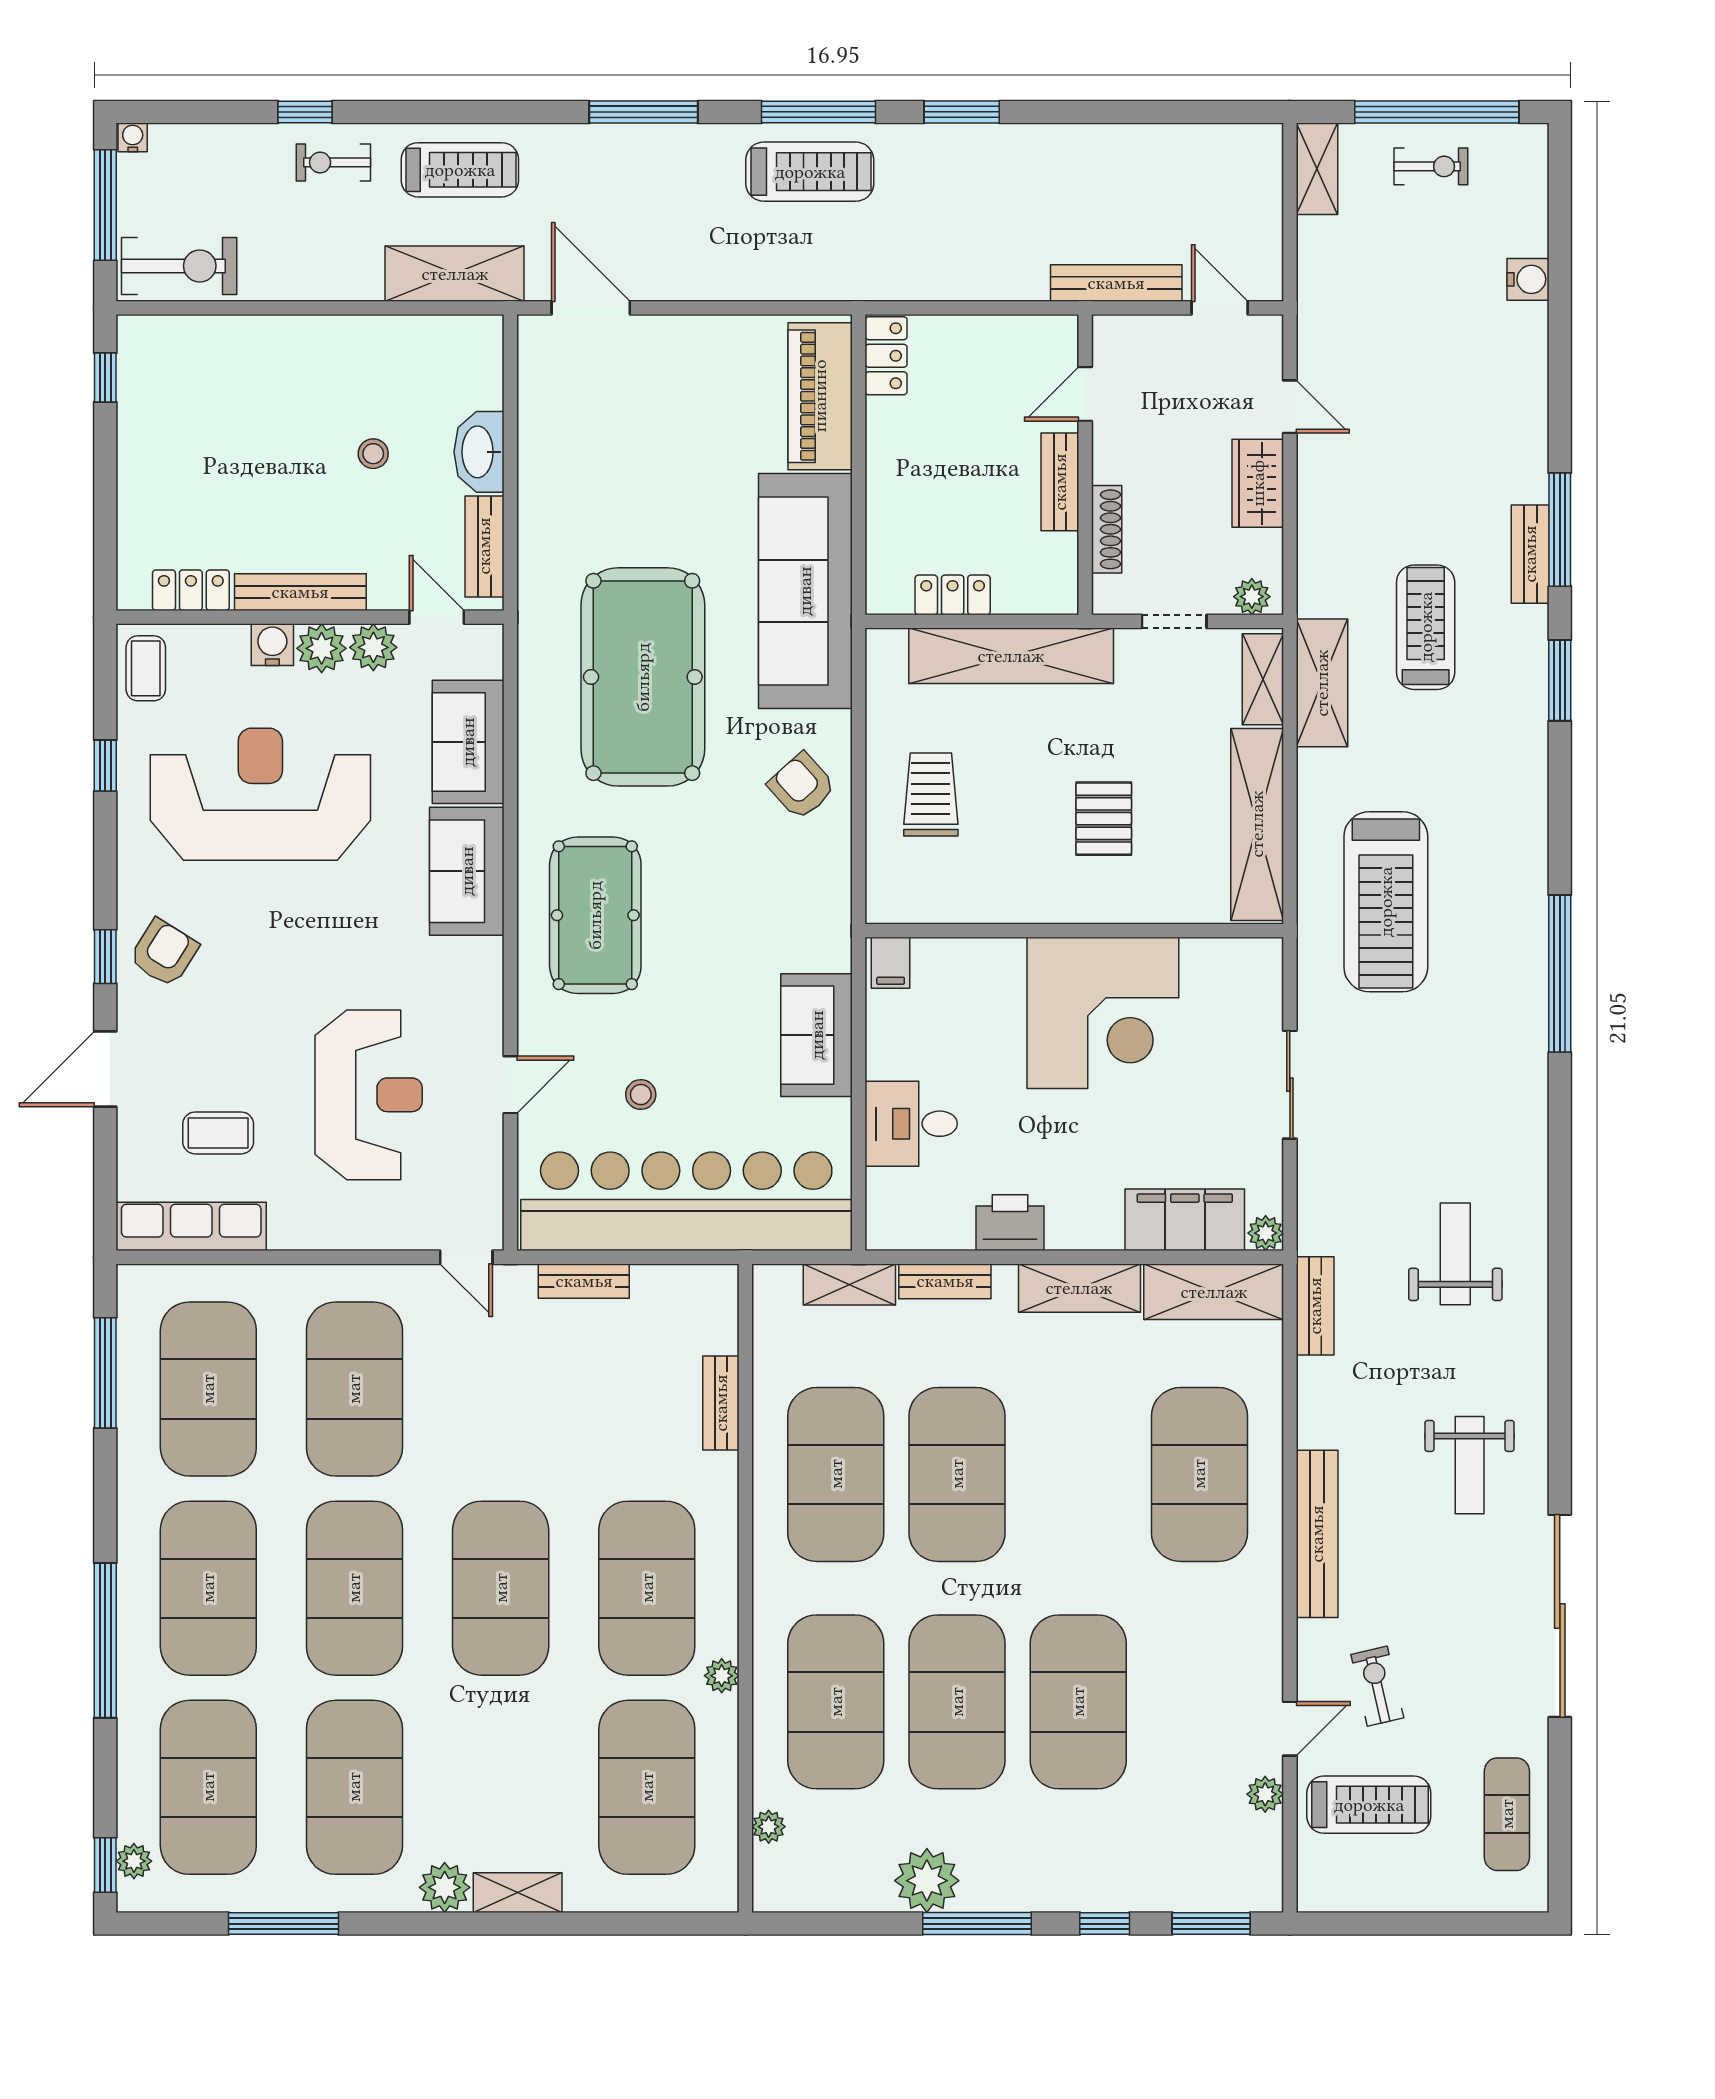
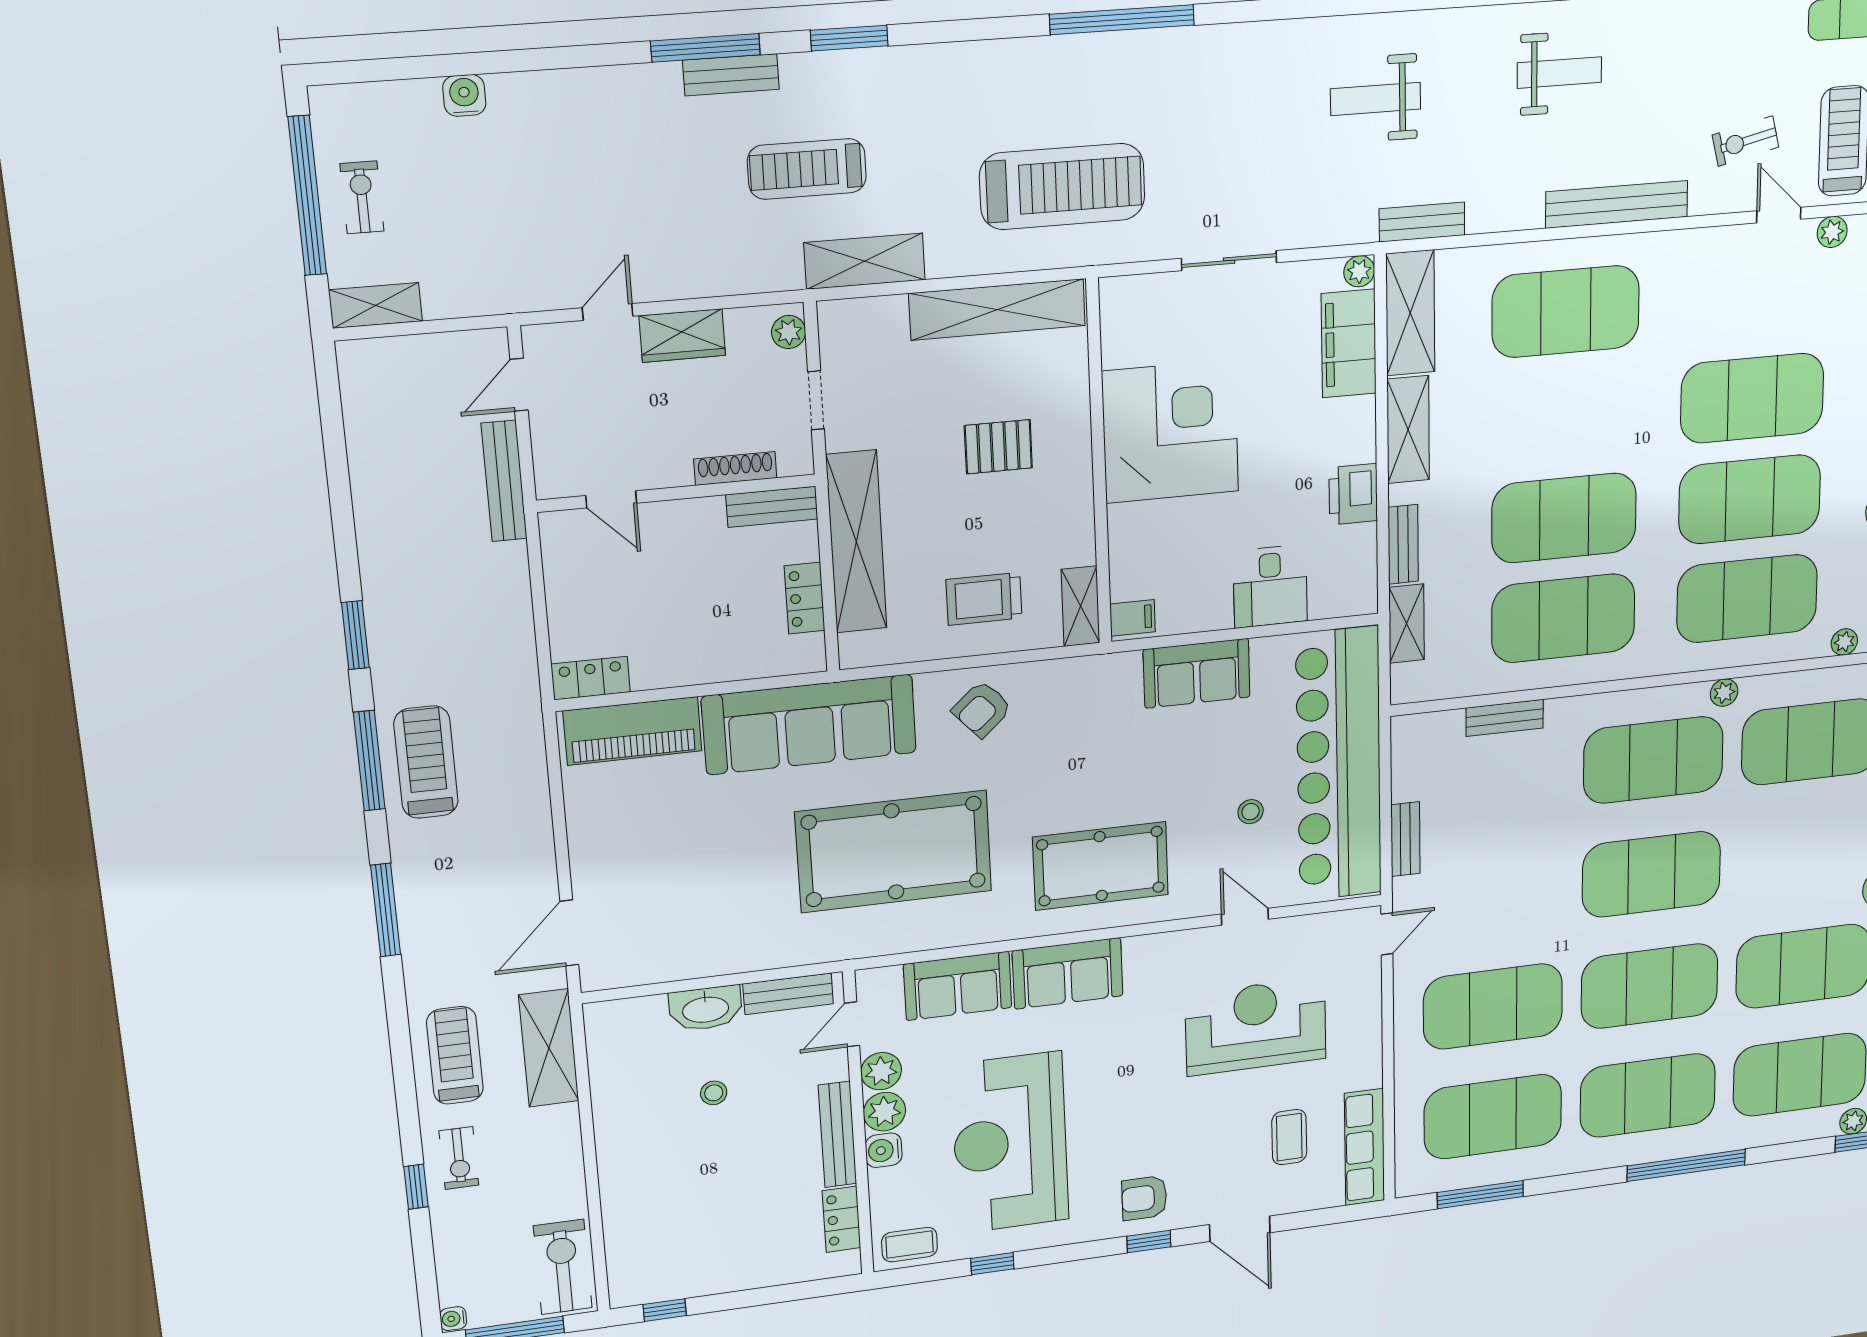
bench: (1060, 482) -> (772, 507), moved
shelving: (1263, 679) -> (1081, 606), moved, turned 90
armchair: (164, 953) -> (1144, 1198), turned -32

